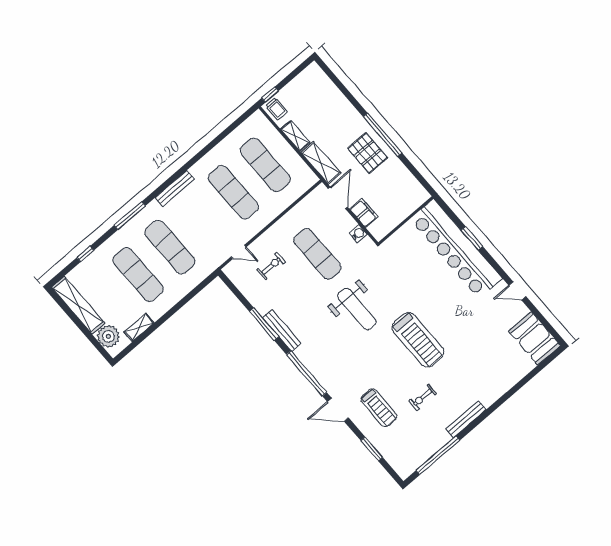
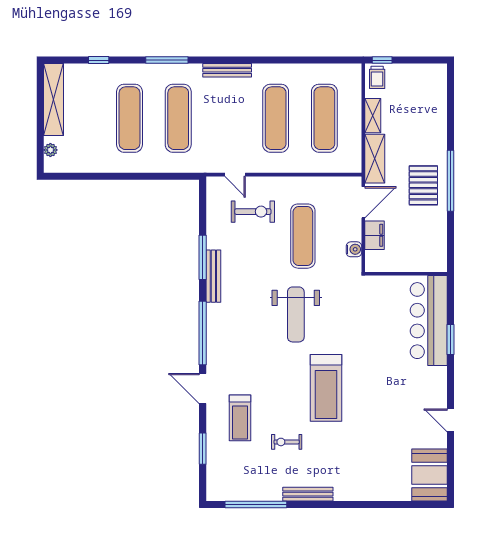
bar counter: (456, 249) -> (429, 321), width x0.73
exercise bike: (271, 266) -> (253, 212), width x1.38, depth x1.39
shelving: (139, 327) -> (90, 165), removed
plant: (108, 336) -> (50, 150), width x0.53, depth x0.53

